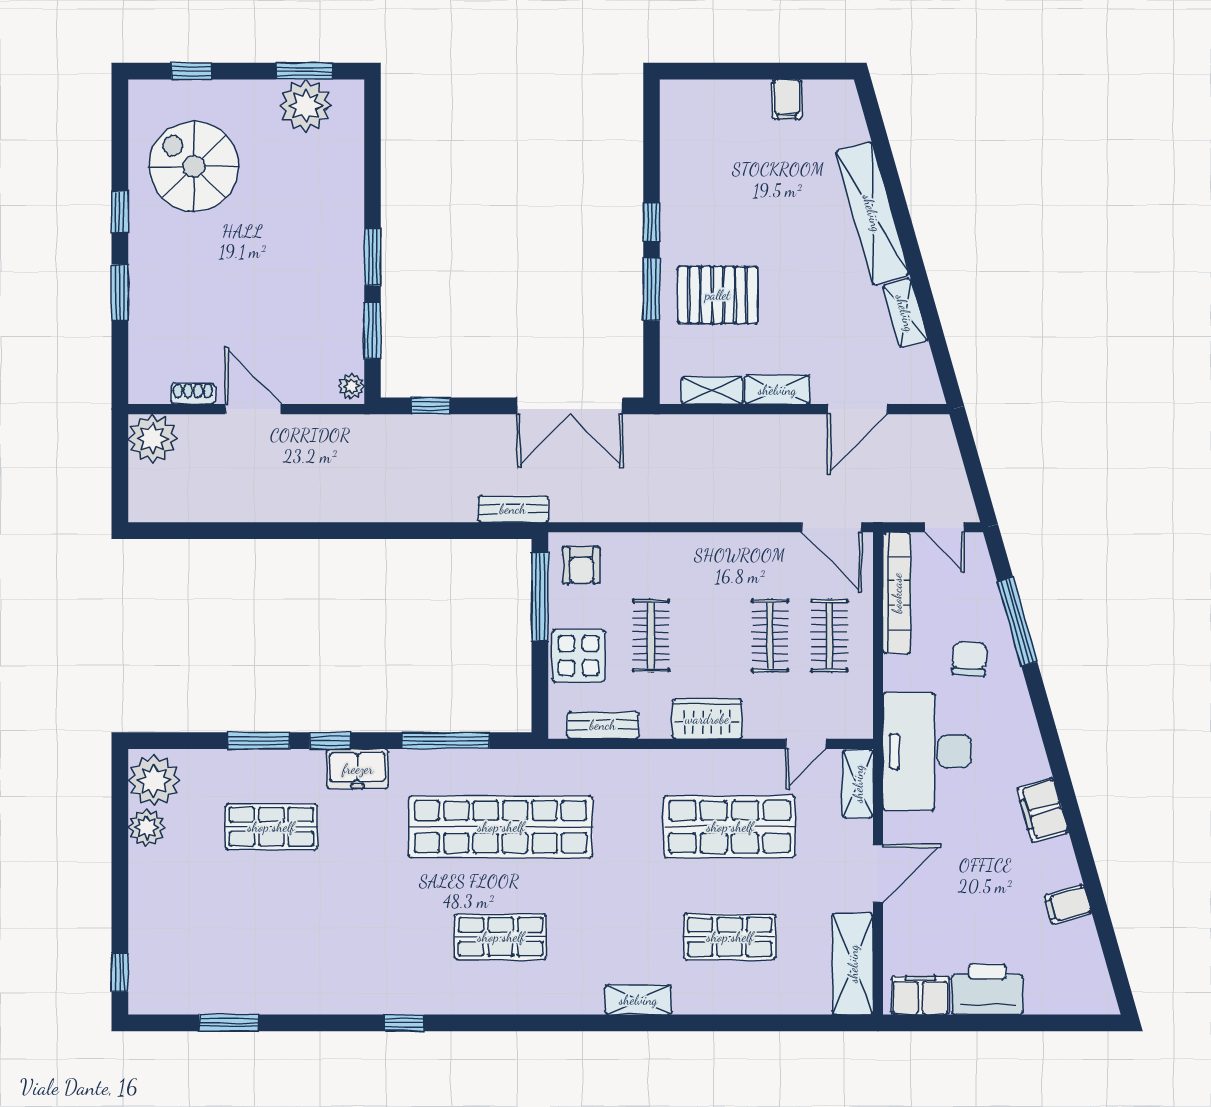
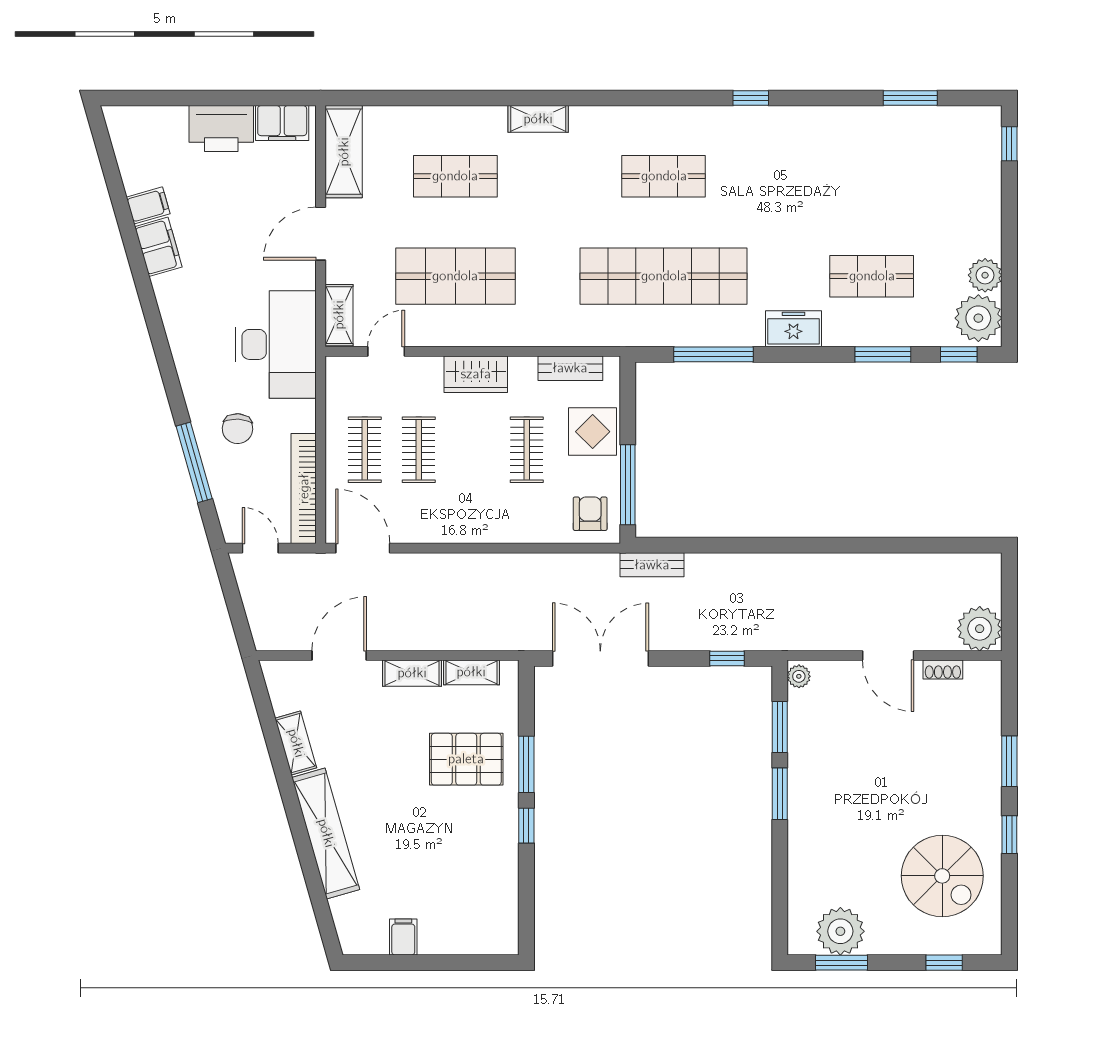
window: (330, 741) -> (959, 354), moved
filing cabinet: (1043, 810) -> (158, 247), moved

